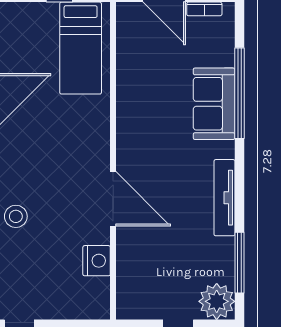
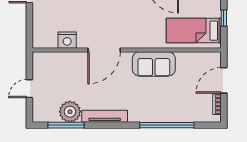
sofa: (214, 104) -> (154, 64), moved, turned 180
plant: (217, 301) -> (70, 112), moved

